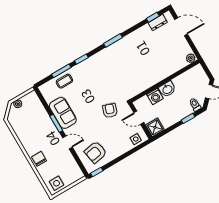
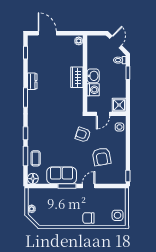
dresser: (158, 22) -> (32, 81), moved
door: (181, 27) -> (47, 33), hinge flipped
wardrobe: (158, 76) -> (77, 77), added
floor lamp: (45, 89) -> (33, 179), added
armchair: (96, 152) -> (102, 157), moved

